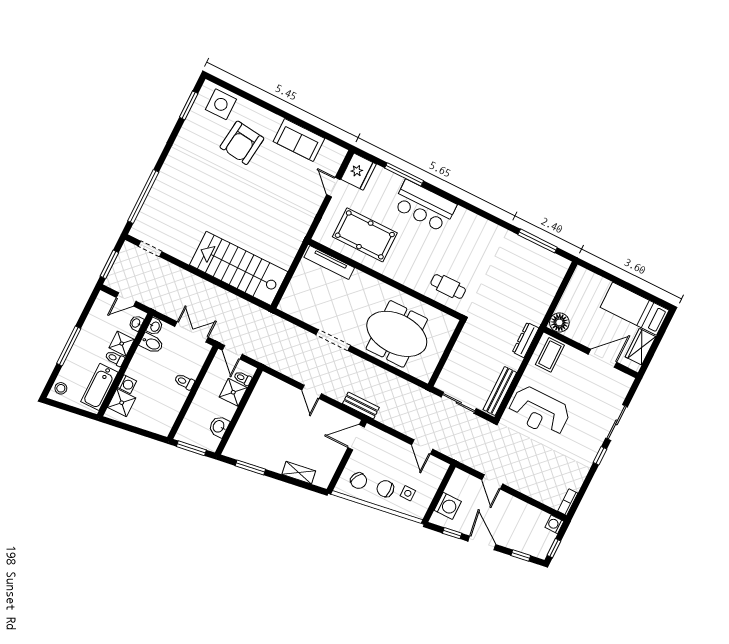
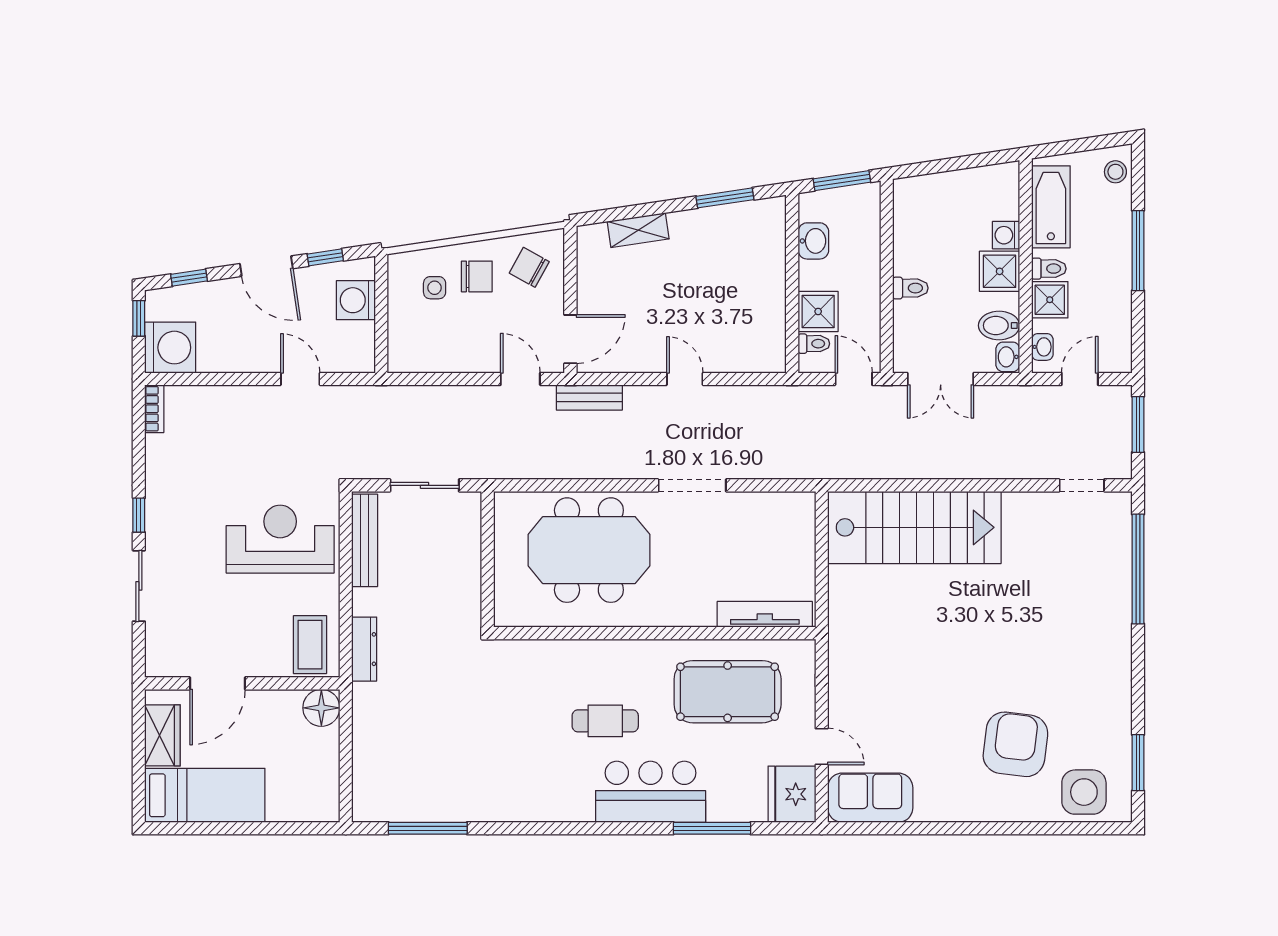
sofa: (299, 140) -> (870, 798), moved
cafe table: (448, 286) -> (605, 721), moved
shower: (122, 403) -> (1000, 271), moved
door: (422, 447) -> (520, 379), moved
washing machine: (554, 524) -> (170, 348), width x1.89, depth x1.89

